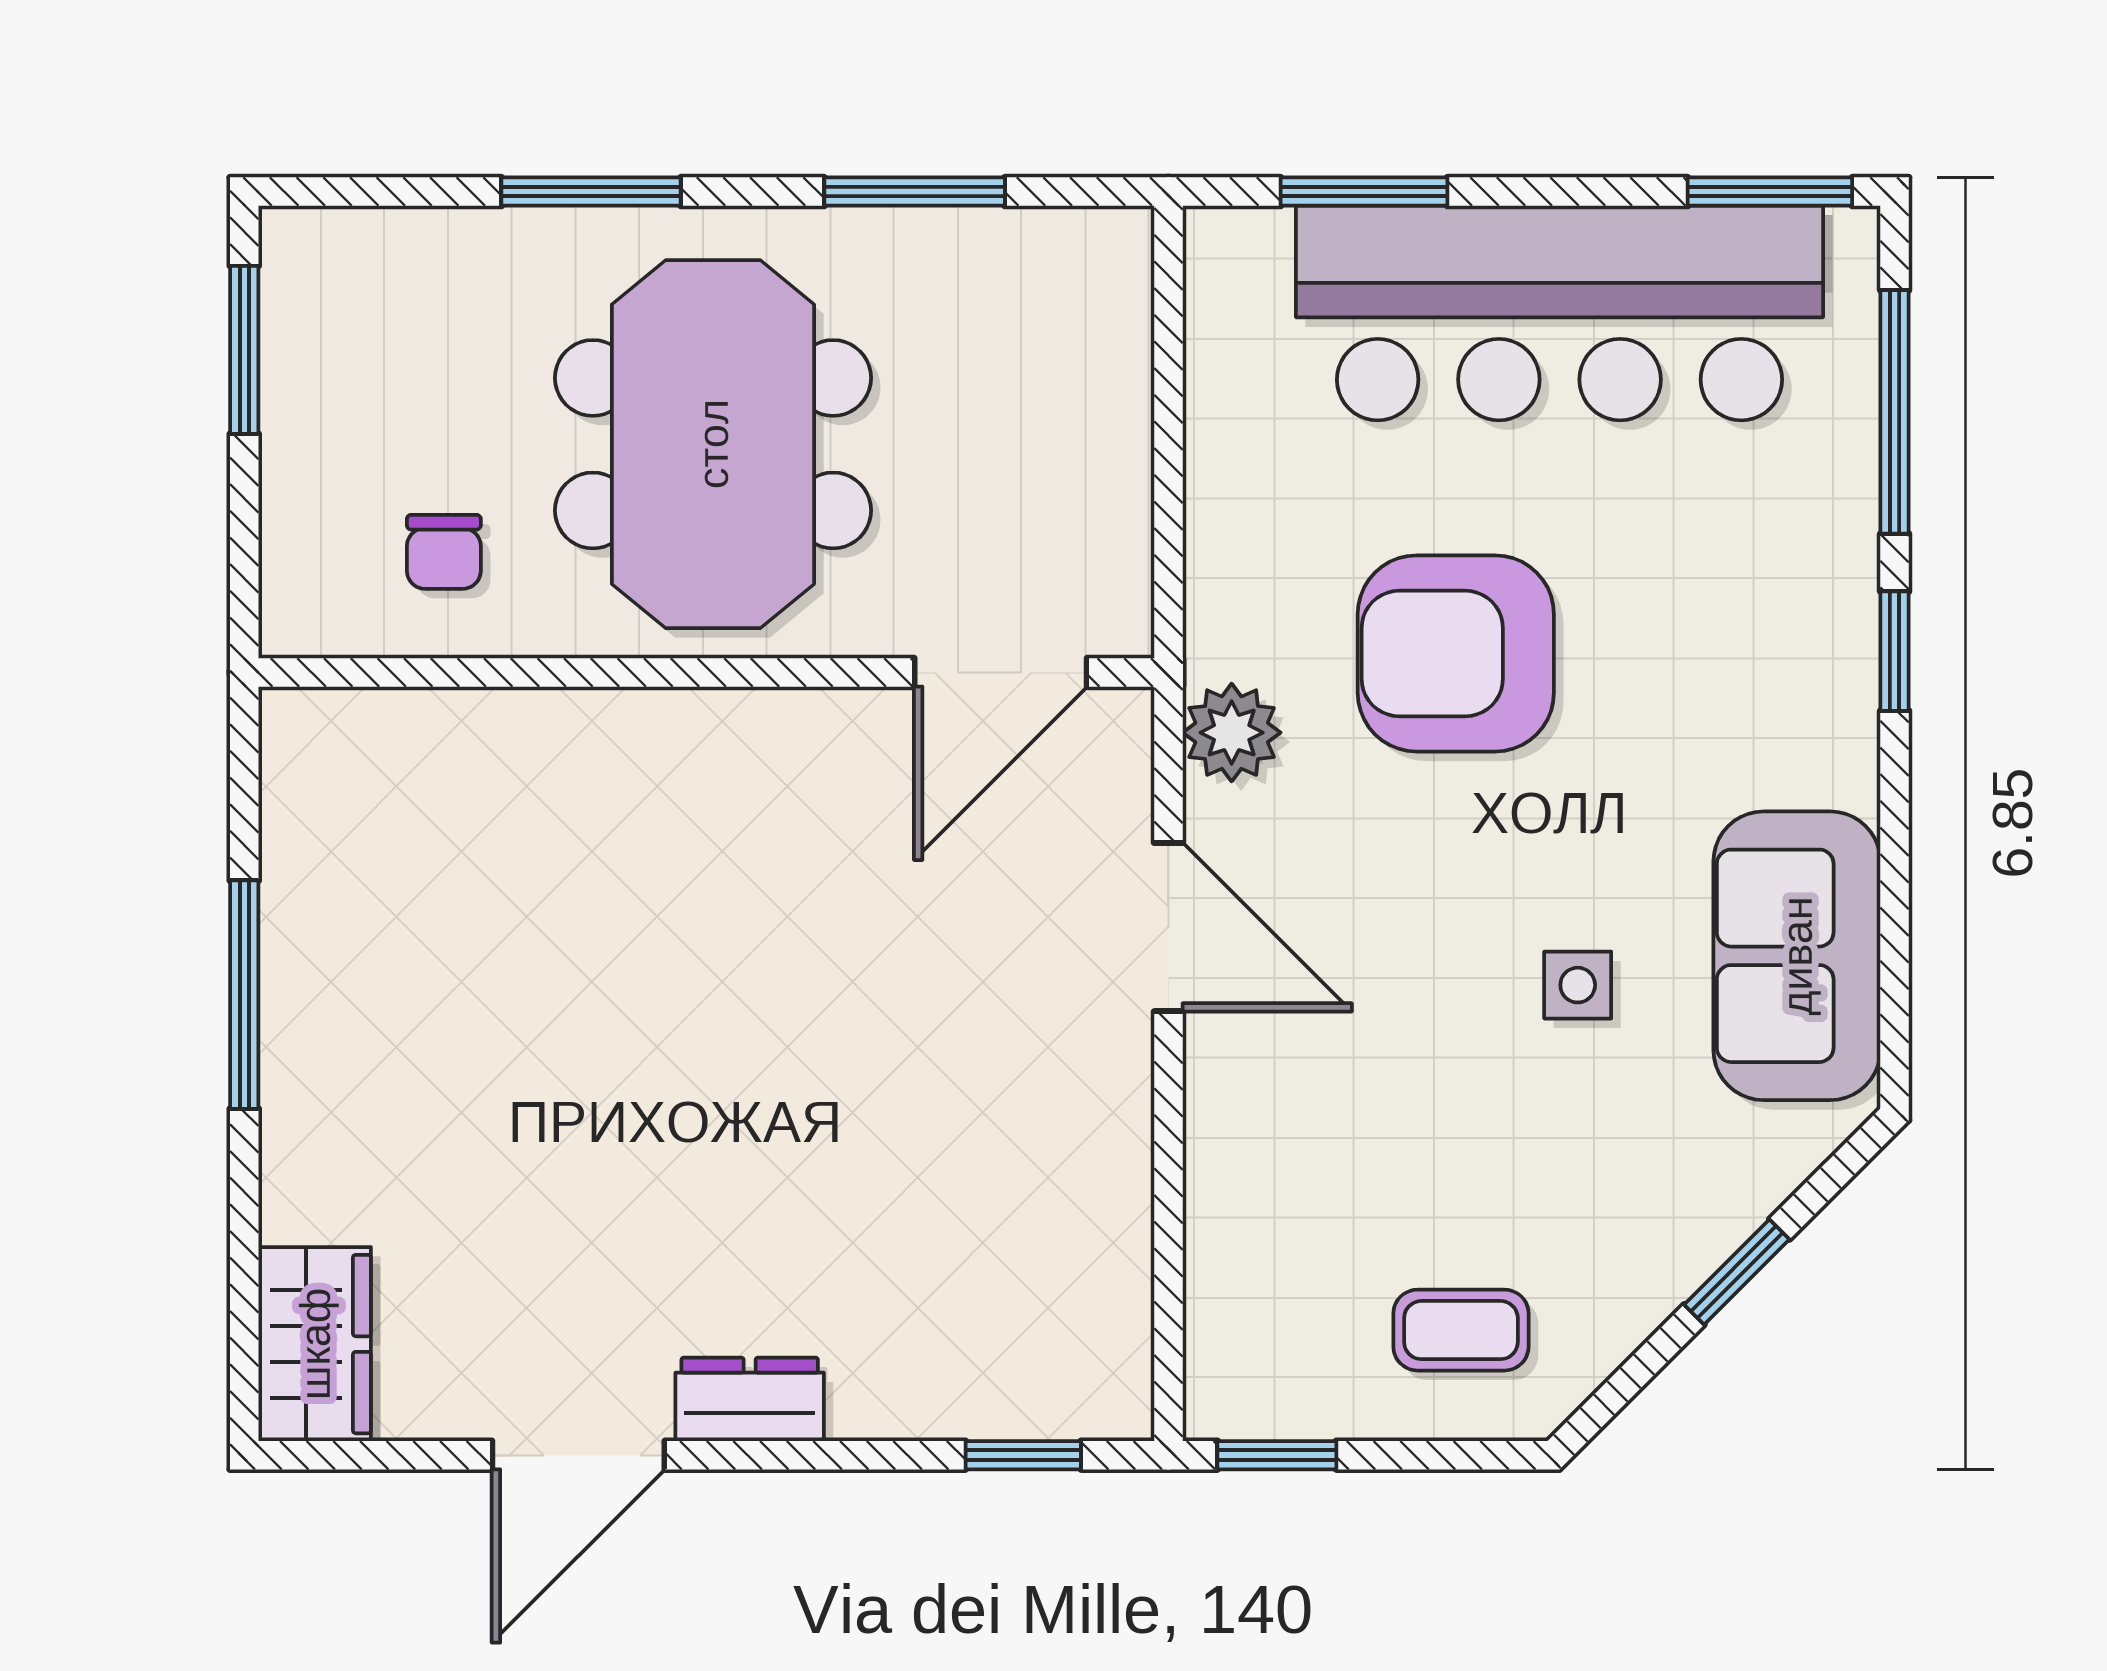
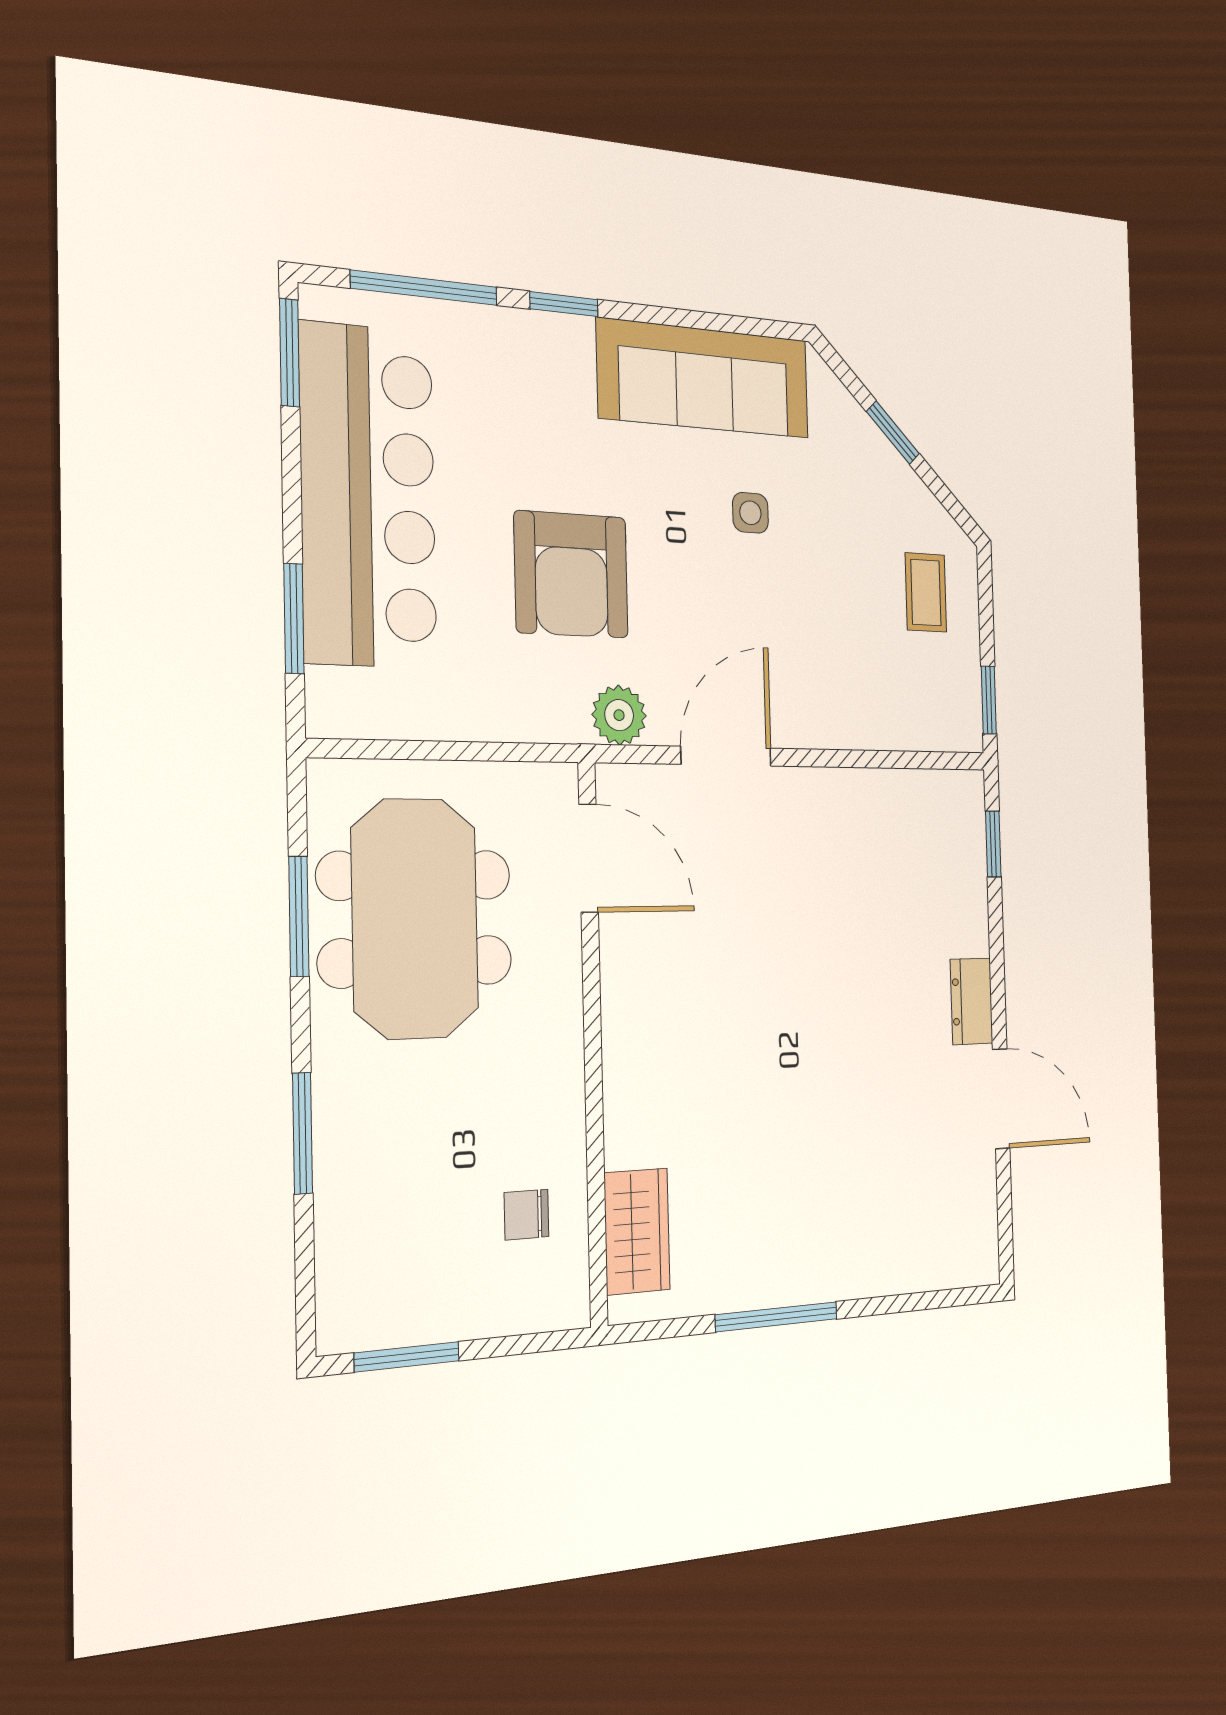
meeting table: (713, 444) -> (415, 919), moved, turned 90
chair: (444, 552) -> (527, 1215), turned 180
sofa: (1797, 956) -> (704, 379), width x1.36
wardrobe: (315, 1344) -> (637, 1231), moved, turned 90

